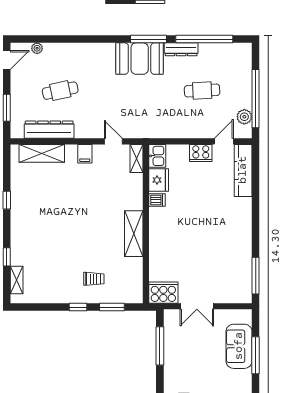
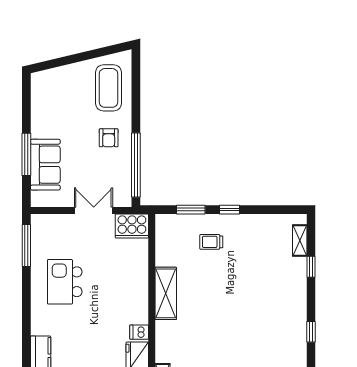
kitchen island: (222, 244) -> (65, 282), added
window: (160, 346) -> (136, 165), width x1.46
armchair: (184, 370) -> (109, 138), added

